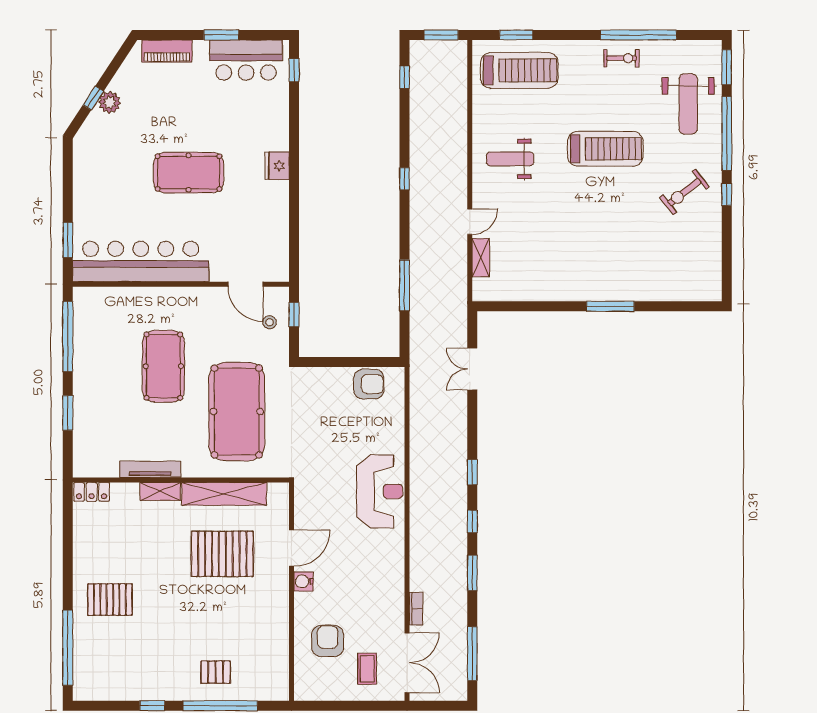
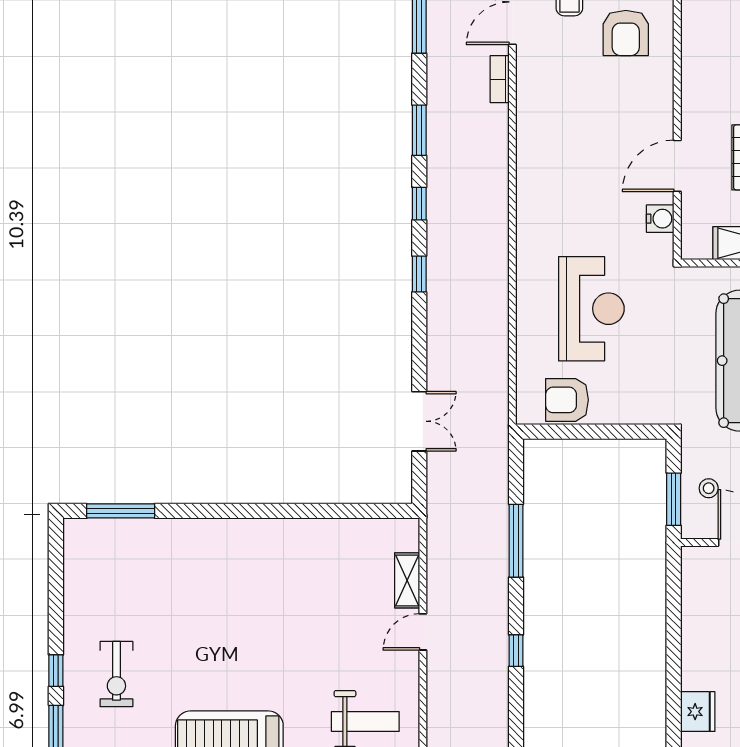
window: (405, 179) -> (516, 651), moved
exercise bike: (684, 192) -> (116, 674), turned 128
window: (610, 306) -> (121, 511), moved
window: (294, 315) -> (674, 499), width x1.50
reception desk: (380, 491) -> (591, 309), moved, turned 180
water cooler: (304, 581) -> (660, 219), moved

